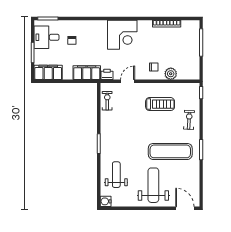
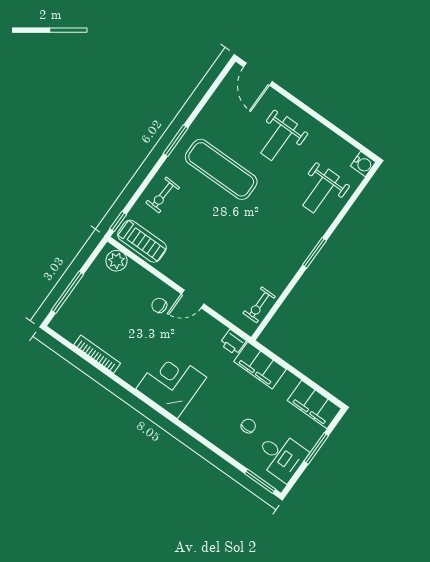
plant: (171, 74) -> (116, 261), moved
door: (128, 81) -> (193, 299), moved
treadmill: (160, 104) -> (142, 241), moved, turned 180
weight bench: (153, 185) -> (279, 139), width x0.73, depth x0.75

